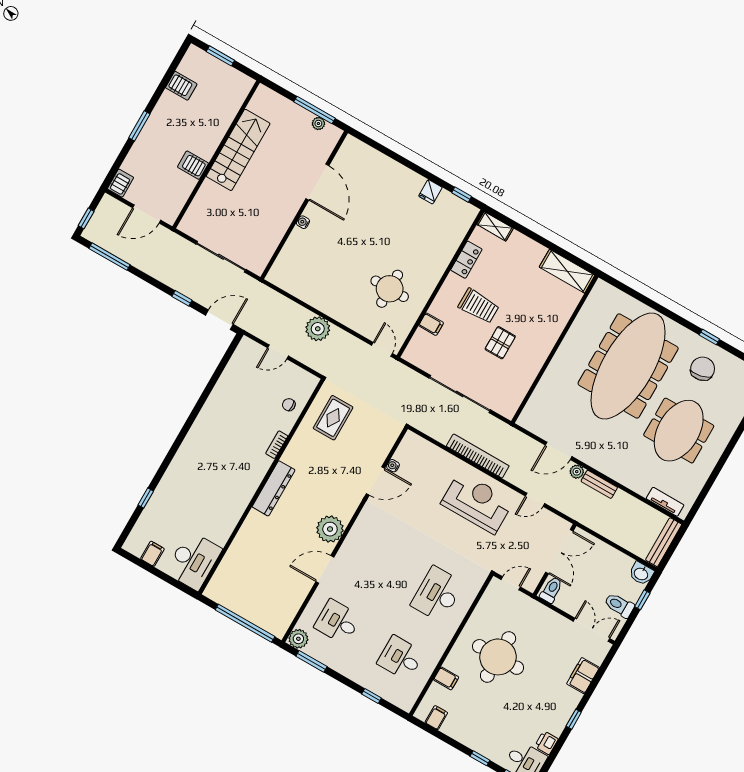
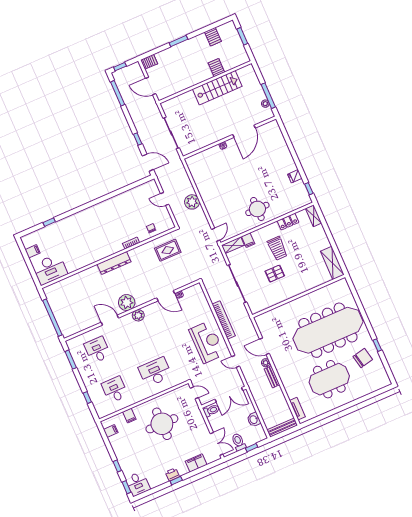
server rack: (193, 165) -> (216, 68), moved
round table: (390, 289) -> (257, 209), moved
shelving: (416, 346) -> (233, 245), added
washbasin: (641, 574) -> (254, 420), moved
plant: (298, 639) -> (138, 315), moved
printer: (546, 743) -> (172, 474), moved

